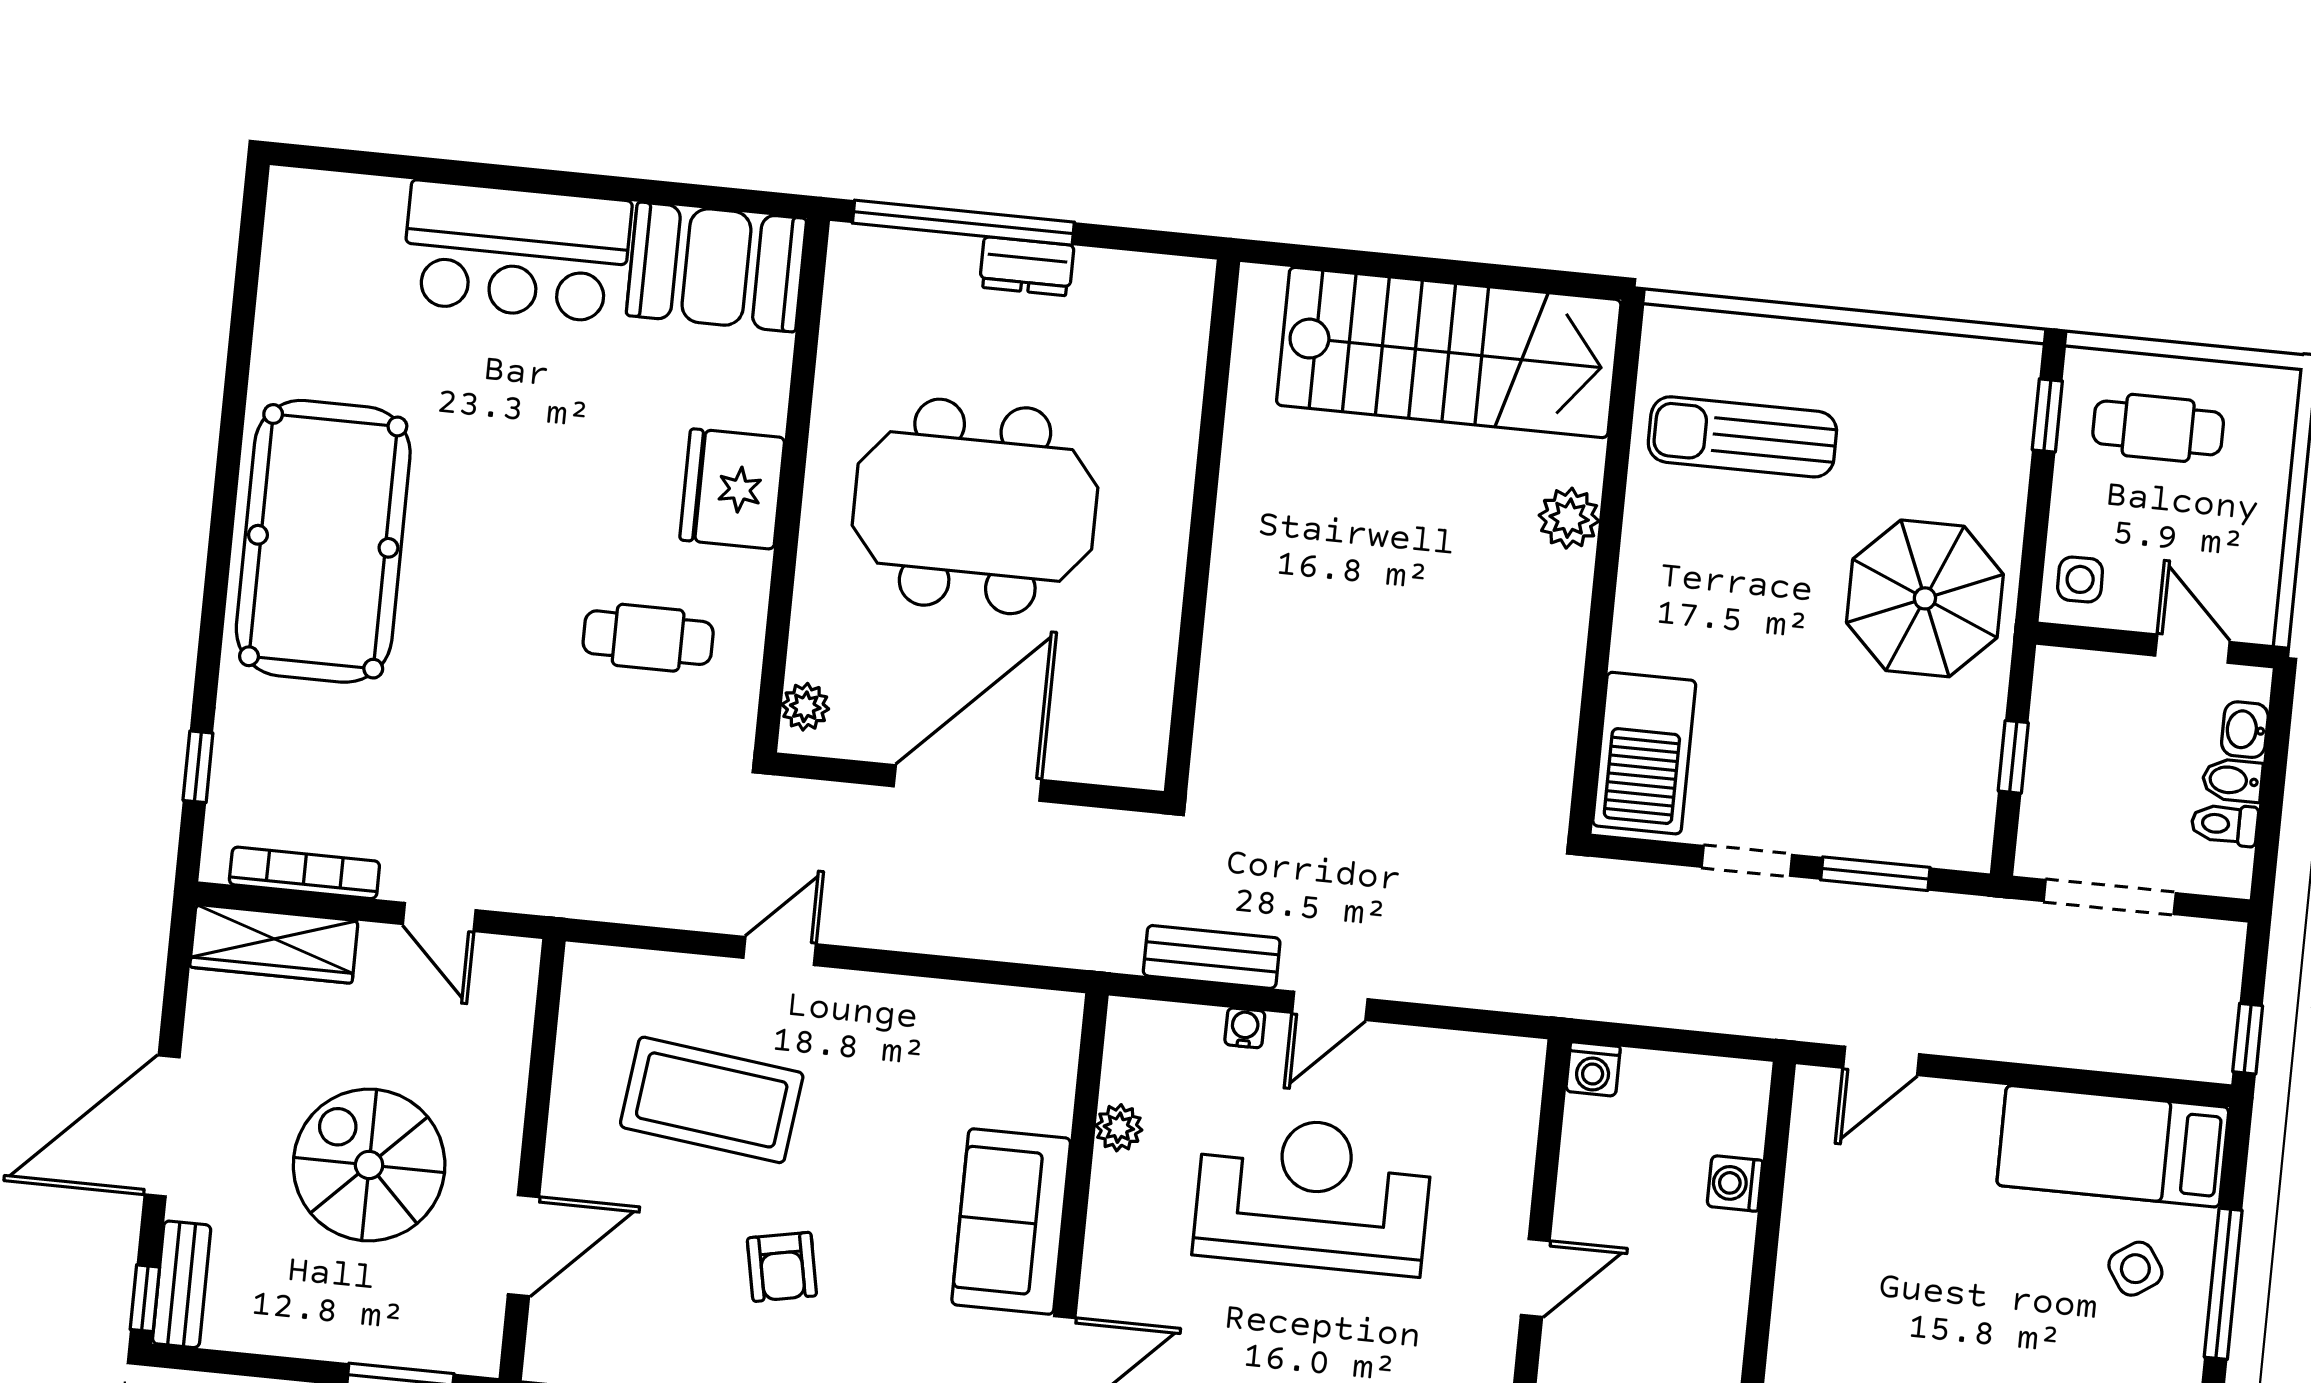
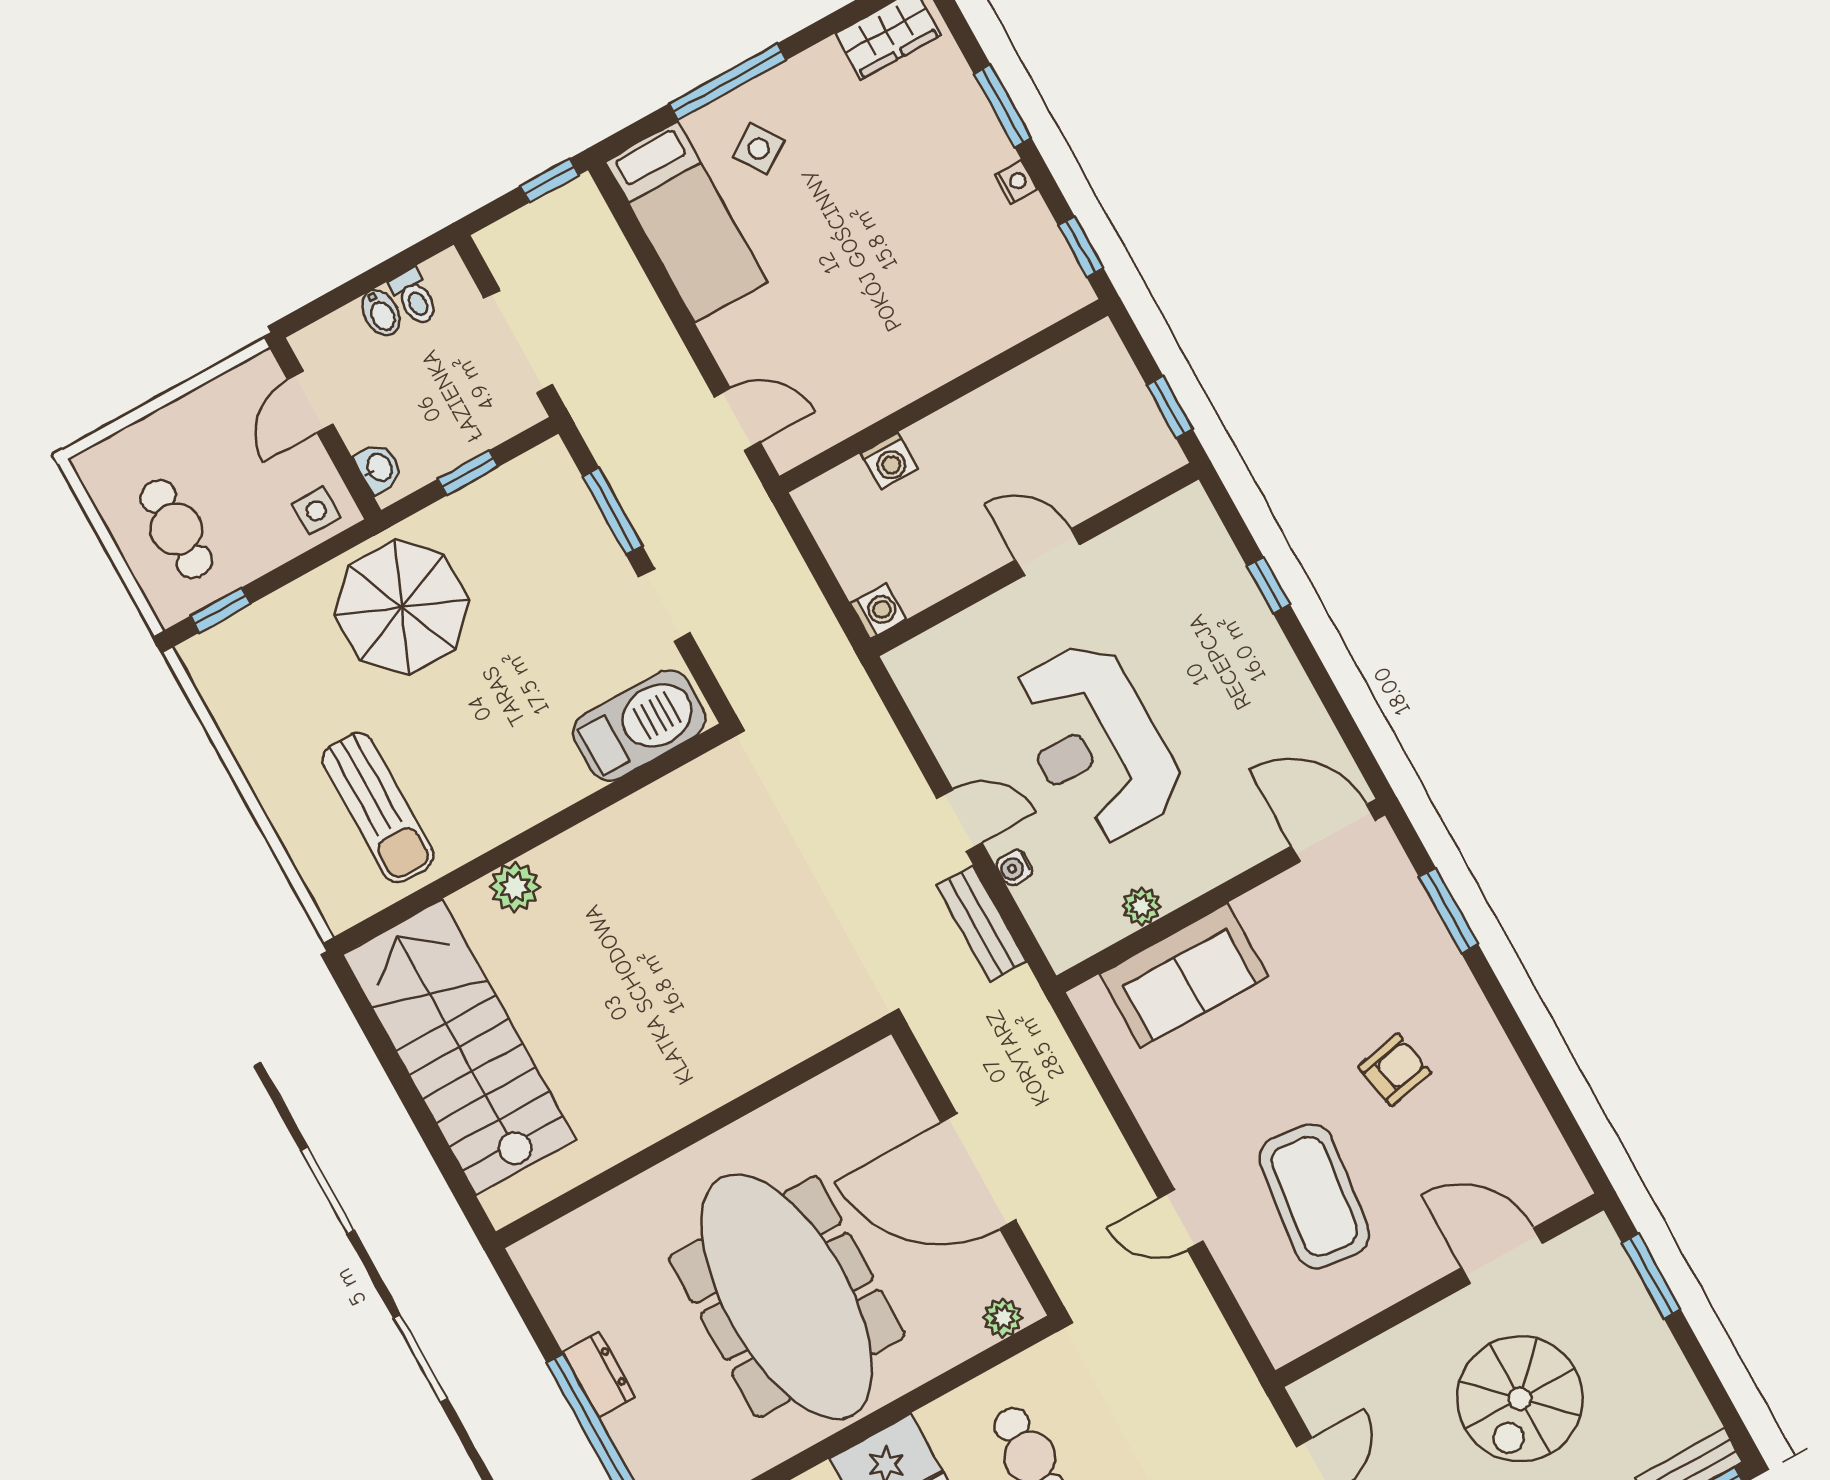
meeting table: (975, 506) -> (787, 1297), width x1.36
washbasin: (2245, 730) -> (379, 468), moved, turned -90
sofa: (1011, 1221) -> (1184, 975), moved

